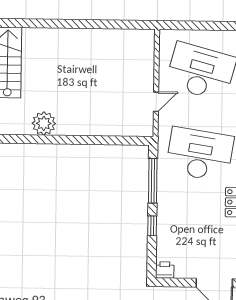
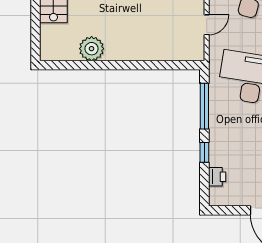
printer: (165, 270) -> (217, 177), moved, turned 90

